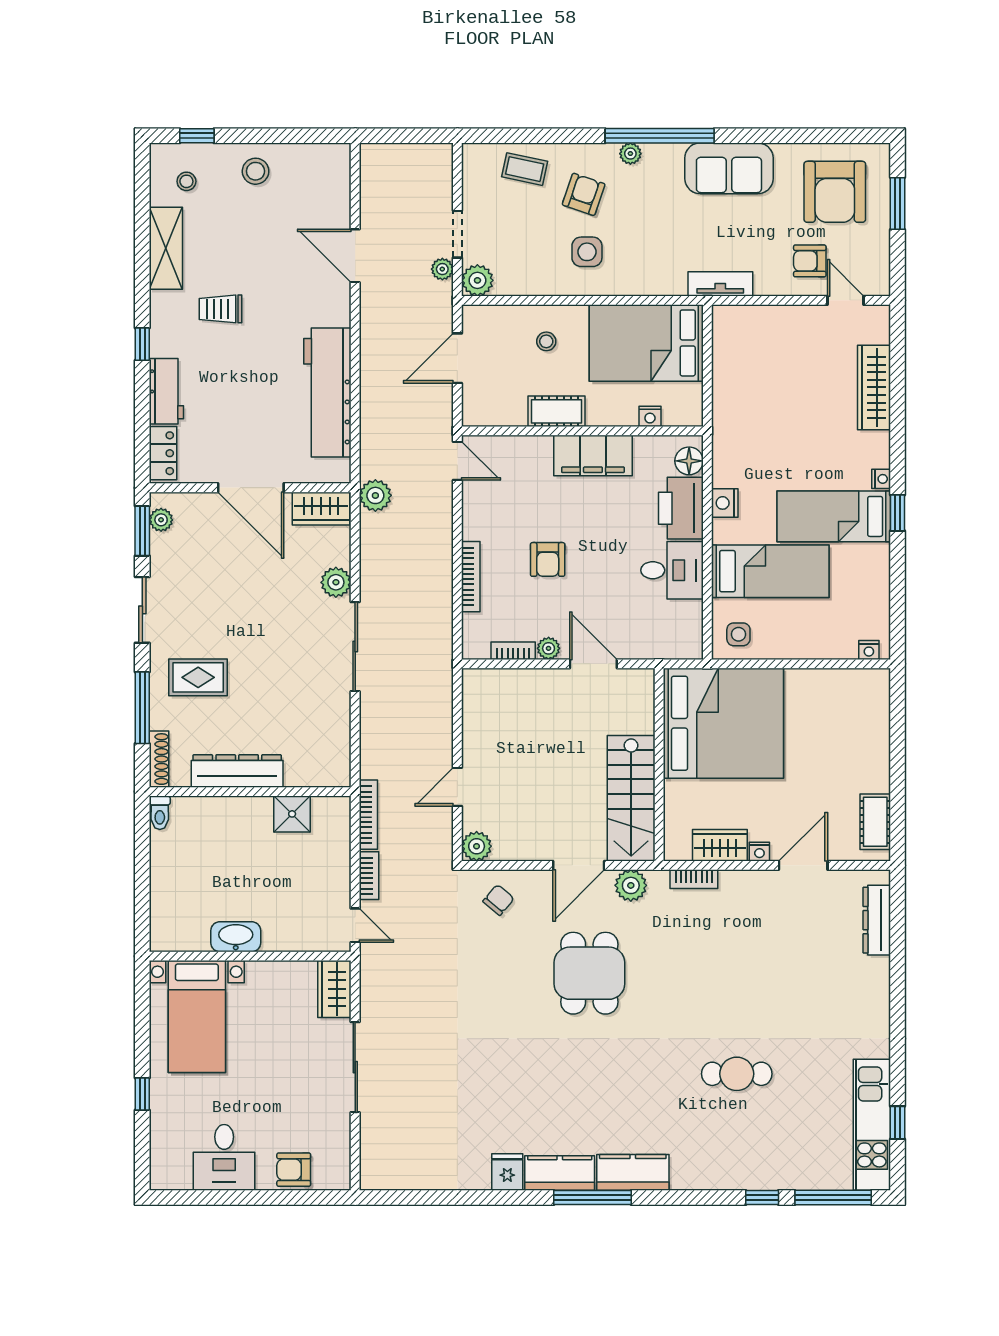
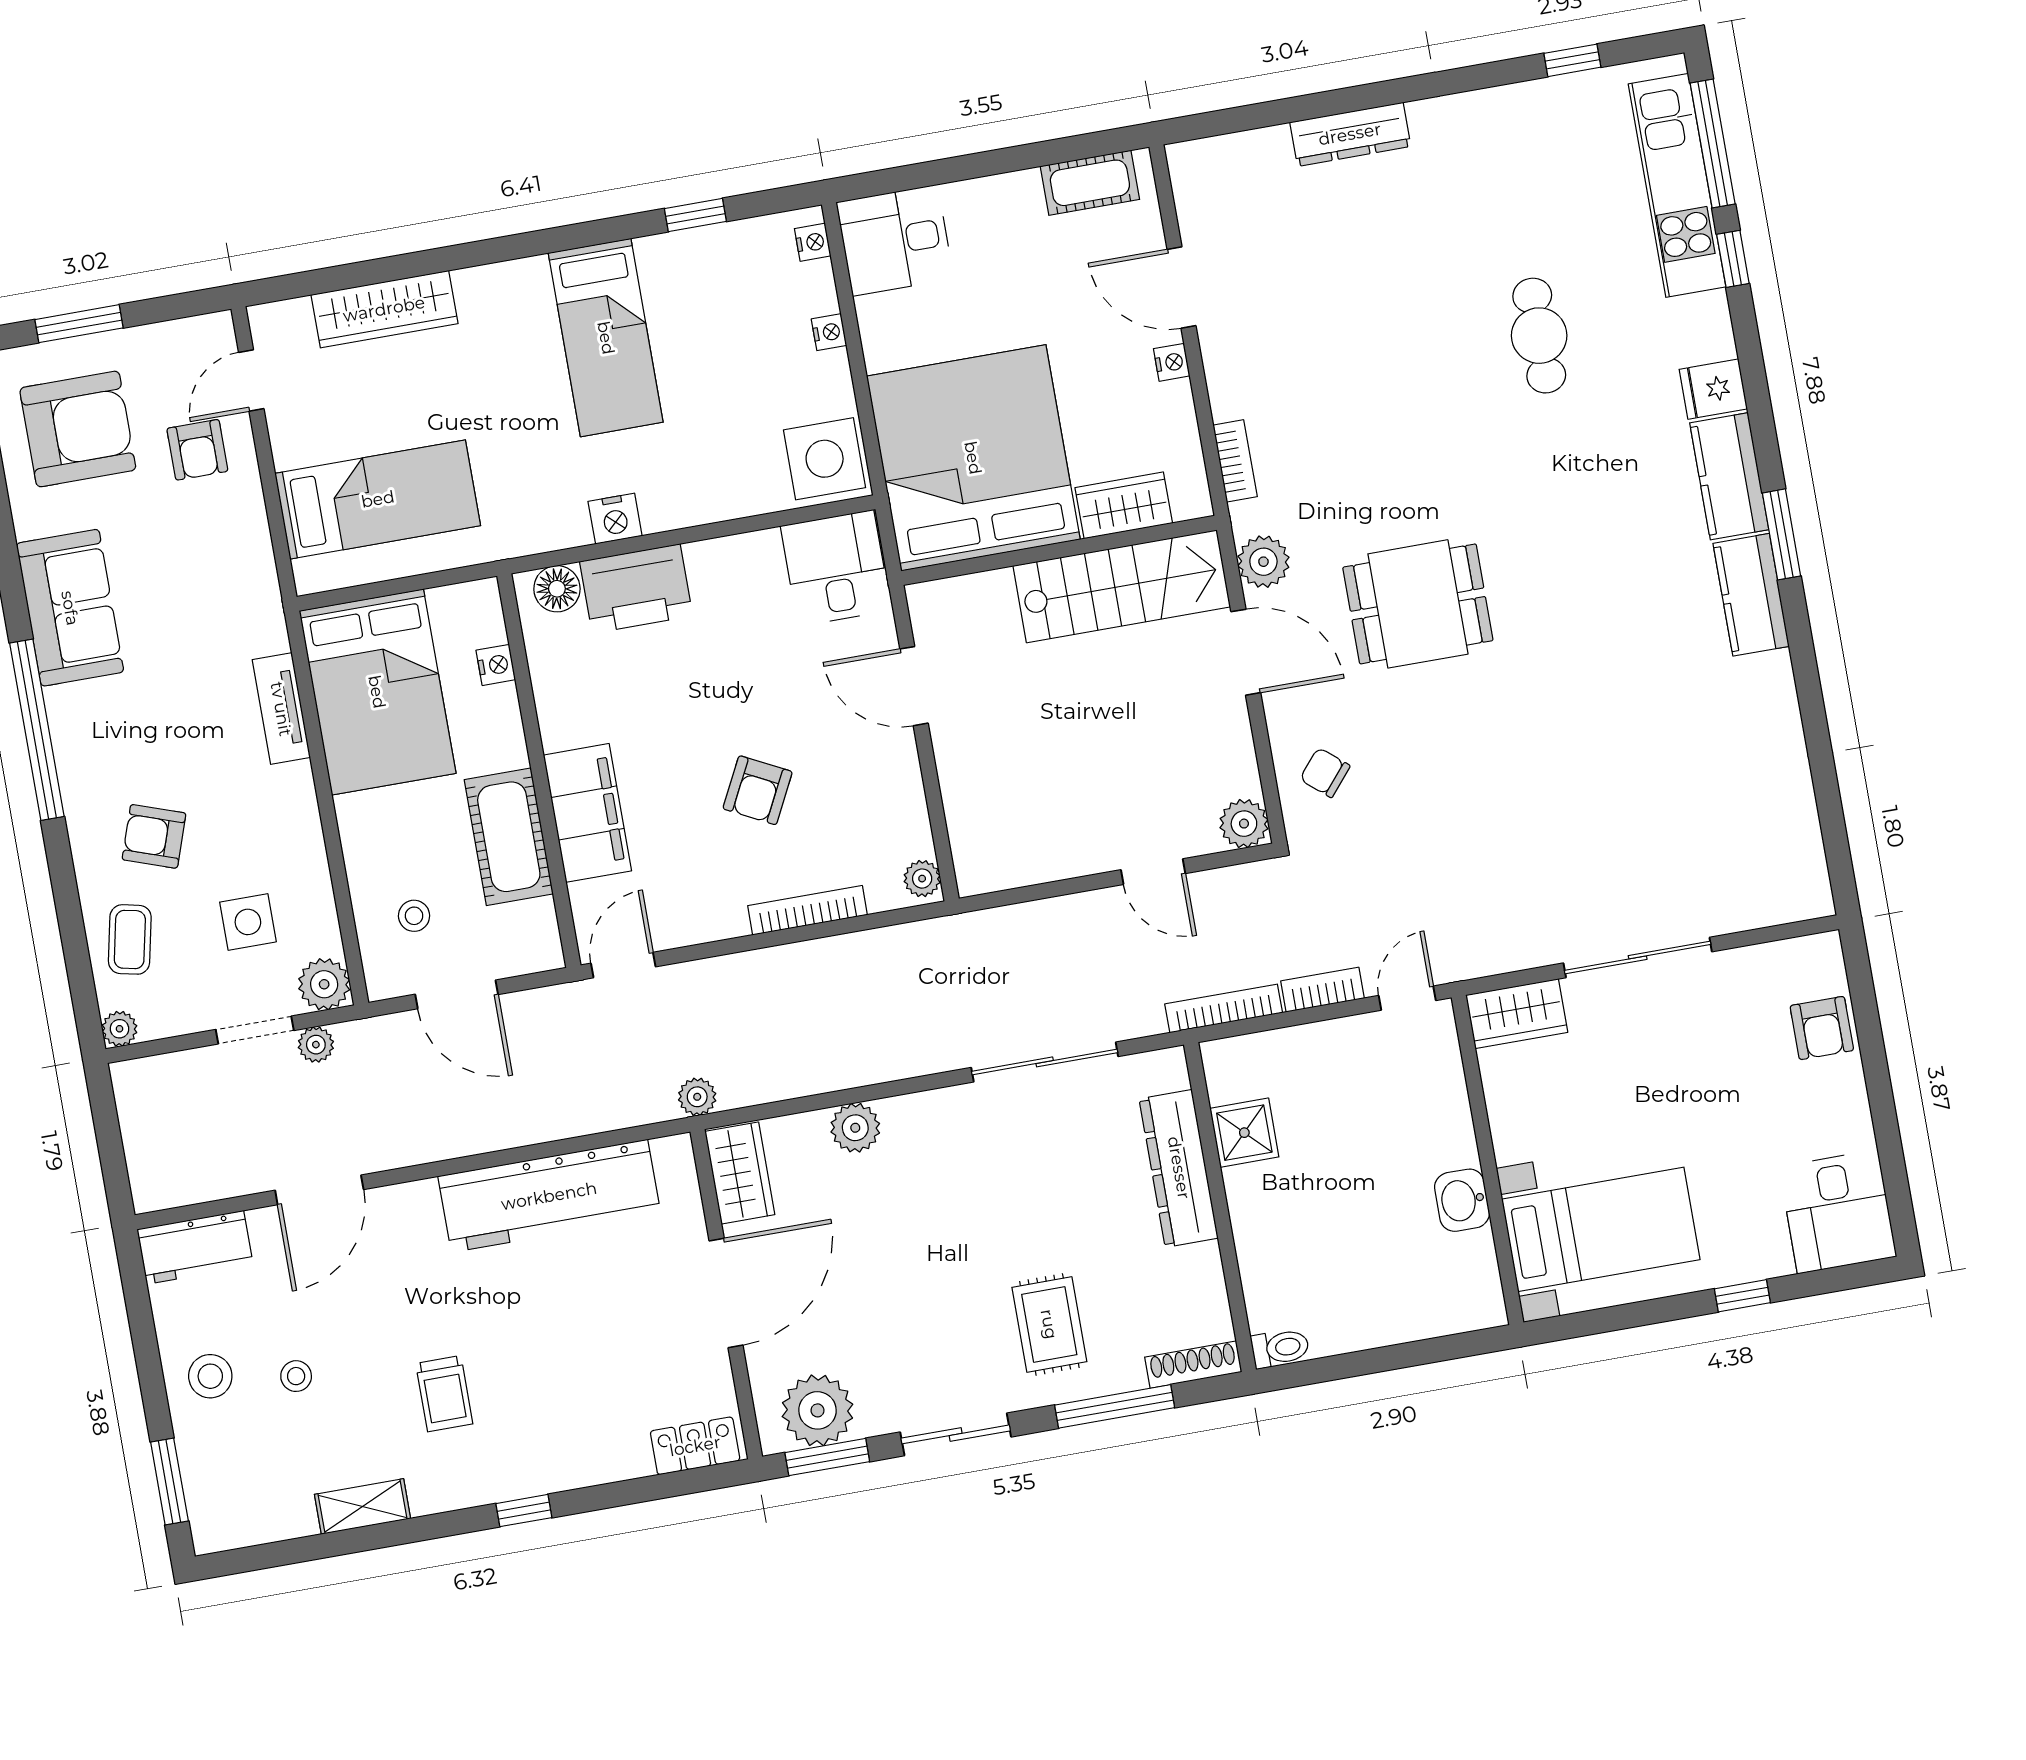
window: (197, 136) -> (169, 1482), width x1.50
plant: (630, 154) -> (119, 1029), moved
stool: (186, 181) -> (296, 1376), moved
shelving: (166, 248) -> (362, 1506), width x0.67, depth x0.75
side table: (587, 252) -> (248, 922), moved
tv unit: (720, 284) -> (281, 709), moved
stool: (546, 341) -> (414, 916), moved
workbench: (166, 391) -> (195, 1247), moved, turned 180
cot: (557, 411) -> (509, 837), width x1.37, depth x1.34
filing cabinet: (593, 456) -> (587, 813), moved
nightstand: (881, 479) -> (829, 332), moved, turned 90
plant: (375, 495) -> (697, 1097), width x0.73, depth x0.73
window: (897, 513) -> (695, 215), moved
plant: (161, 520) -> (817, 1410), width x1.88, depth x1.88
armchair: (548, 559) -> (758, 790), turned 117
desk: (672, 570) -> (836, 568), moved
bed: (770, 571) -> (378, 499), moved, turned 90
side table: (738, 634) -> (825, 459), width x1.87, depth x1.87
sliding door: (355, 647) -> (1045, 1062), moved
plant: (549, 648) -> (922, 879), moved
bookcase: (513, 651) -> (916, 820), removed
door: (593, 664) -> (914, 686), hinge flipped
desk: (861, 699) -> (895, 240), added
dresser: (237, 771) -> (1179, 1168), moved
wardrobe: (720, 845) -> (1124, 505), moved, turned 90
dresser: (877, 920) -> (1350, 134), moved
washbasin: (236, 937) -> (1462, 1200), width x0.72
kitchen unit: (872, 1125) -> (1677, 185), moved, turned 90
desk: (224, 1157) -> (1838, 1212), moved, turned 90
fridge: (507, 1172) -> (1713, 389), moved
window: (593, 1198) -> (1782, 534), width x0.69

